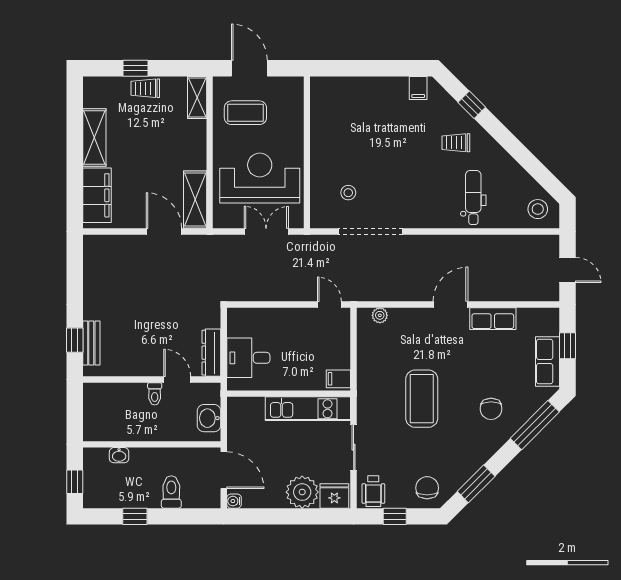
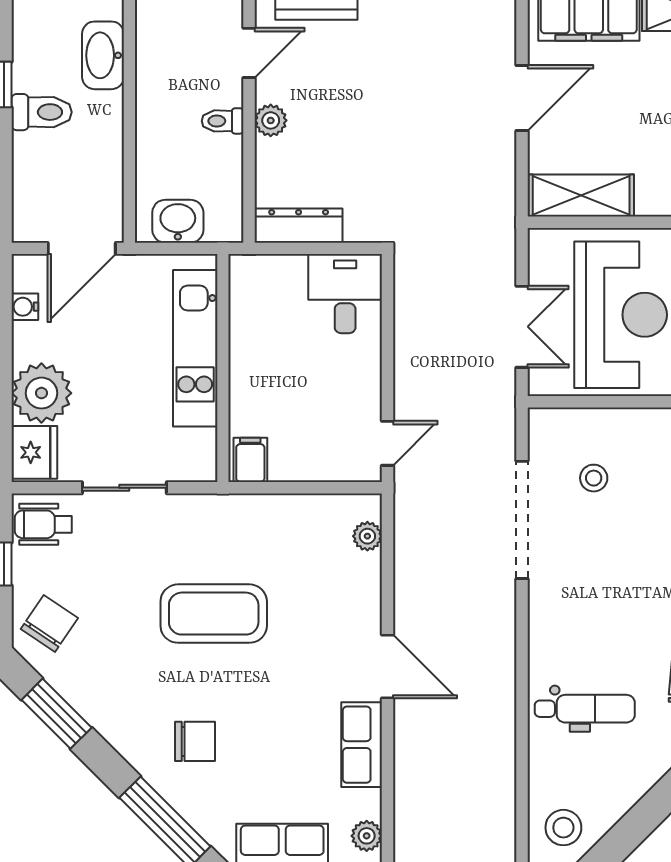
door: (164, 231) -> (522, 98), moved
plant: (542, 316) -> (367, 836), added
desk: (248, 358) -> (345, 294), moved
plant: (154, 368) -> (271, 120), added
door: (177, 379) -> (249, 53), moved
kitchen unit: (308, 409) -> (195, 348), moved
chair: (491, 409) -> (195, 741), turned 180
washbasin: (119, 455) -> (103, 55), width x1.91, depth x1.45
chair: (427, 488) -> (49, 623), turned -56
toilet: (171, 492) -> (42, 112), moved
water cooler: (234, 501) -> (25, 307), moved, turned -90

